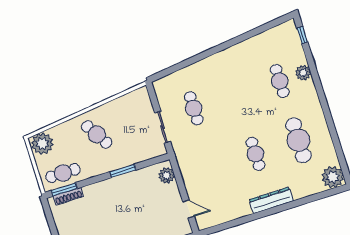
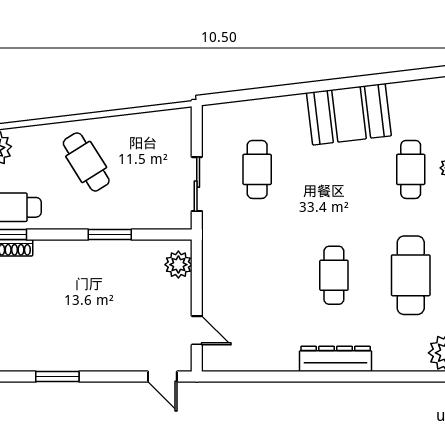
booth: (235, 61) -> (349, 114), added

